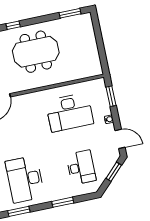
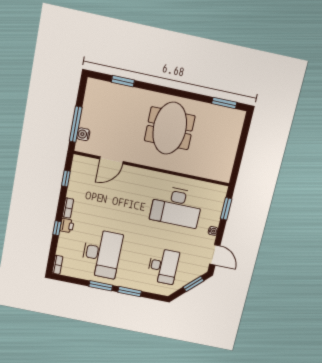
window: (13, 25) -> (158, 89), removed
meeting table: (36, 52) -> (170, 128), turned 90
desk: (25, 179) -> (102, 254), turned 180
window: (19, 211) -> (101, 286), moved

